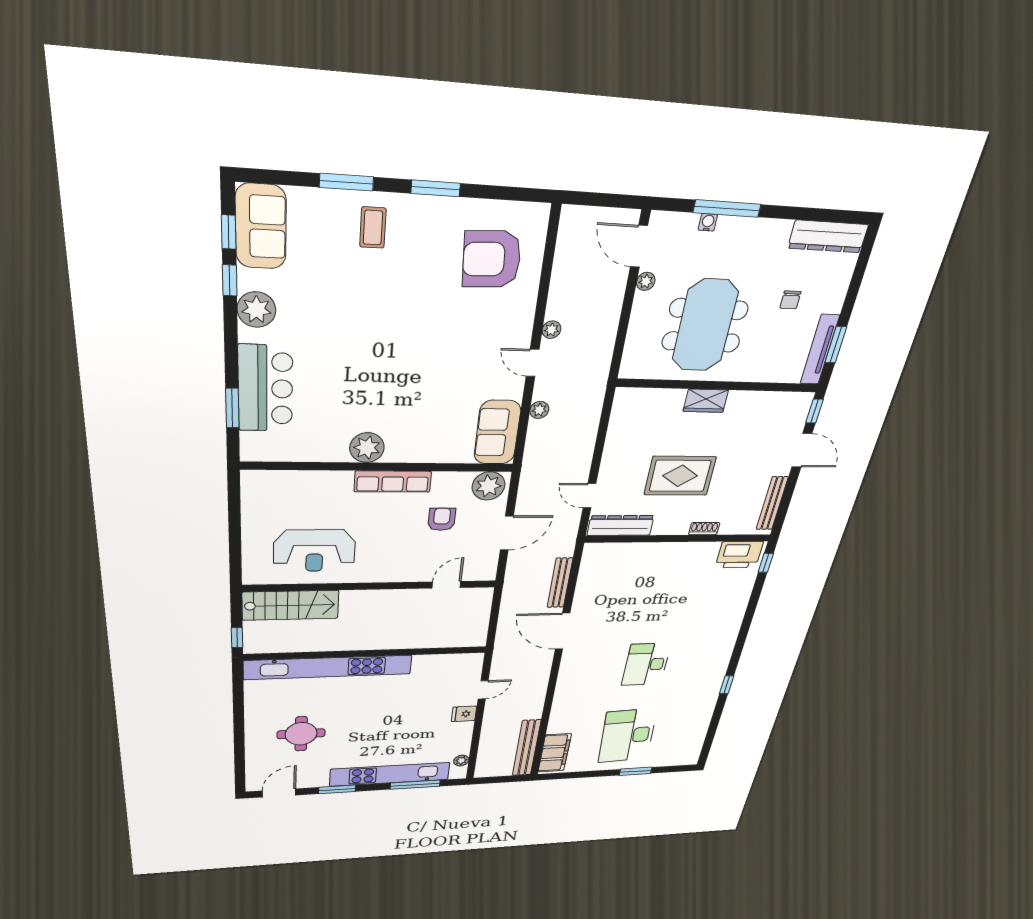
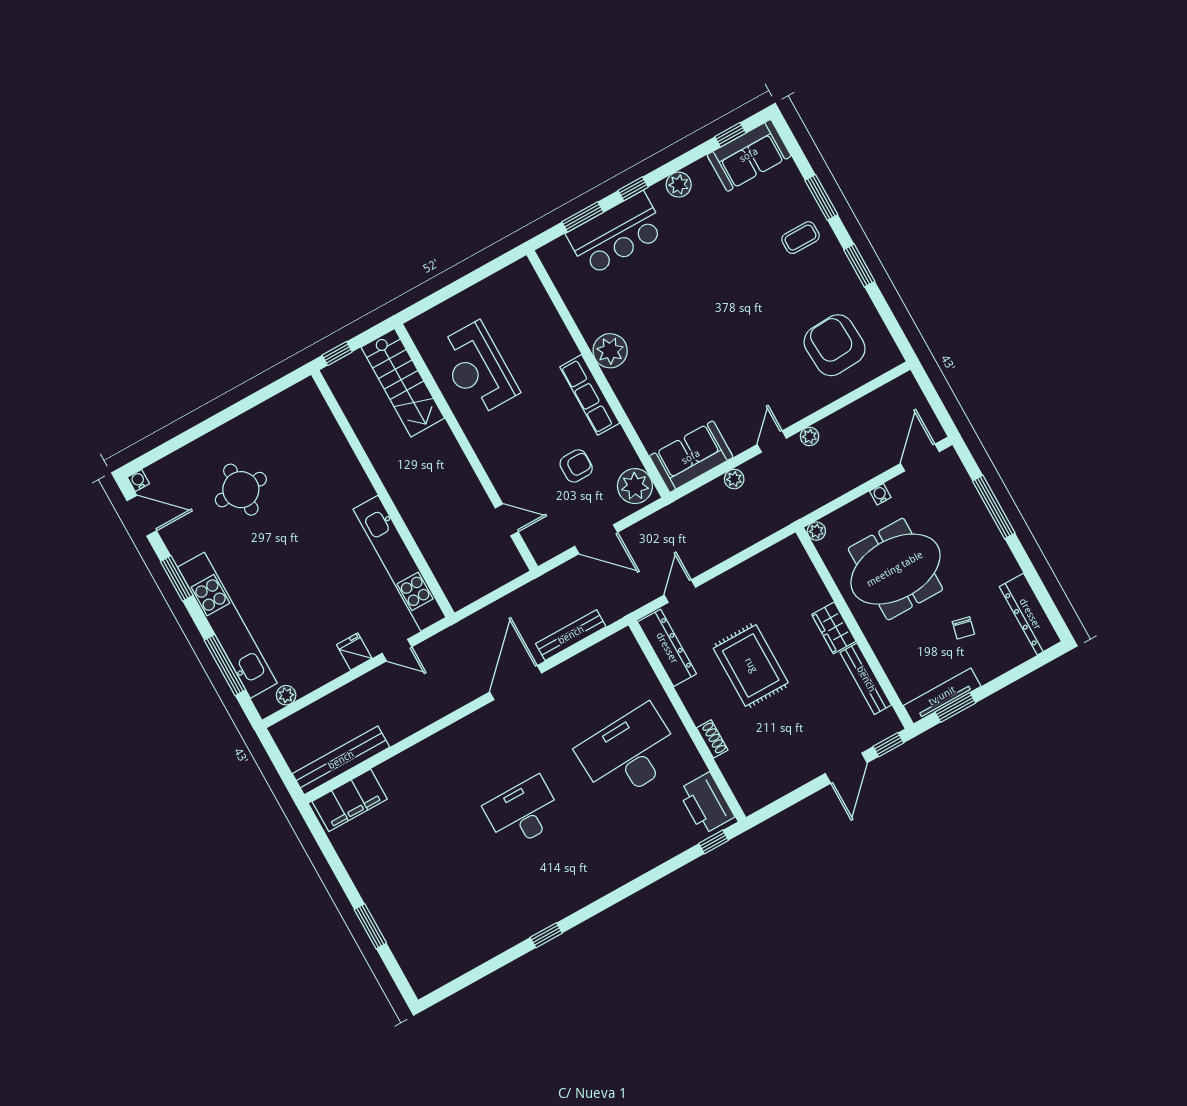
water cooler: (708, 222) -> (880, 494), moved, turned -90
window: (230, 280) -> (633, 189), moved
plant: (646, 281) -> (816, 531), moved
chair: (790, 300) -> (963, 628), turned -77
plant: (256, 310) -> (679, 185), width x0.73, depth x0.73
bench: (772, 503) -> (866, 679), moved, turned 90
kitchen unit: (328, 667) -> (399, 563), moved, width x0.73
desk: (628, 736) -> (629, 753), moved
water cooler: (252, 787) -> (138, 480), added

